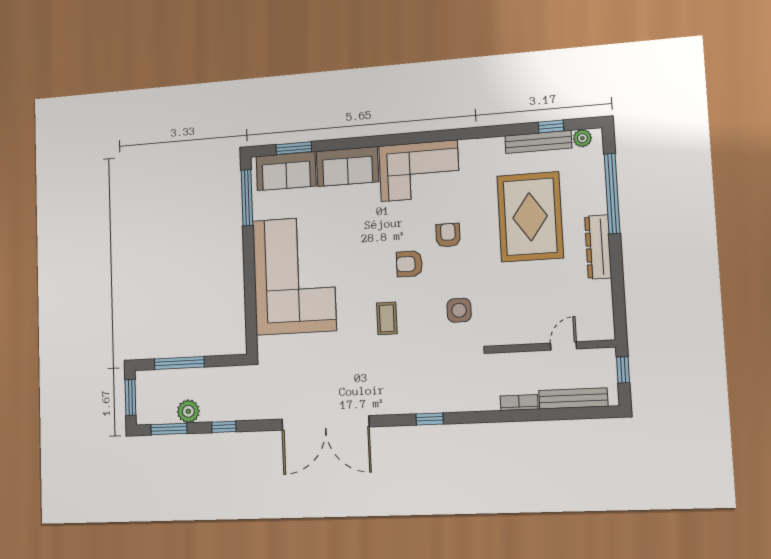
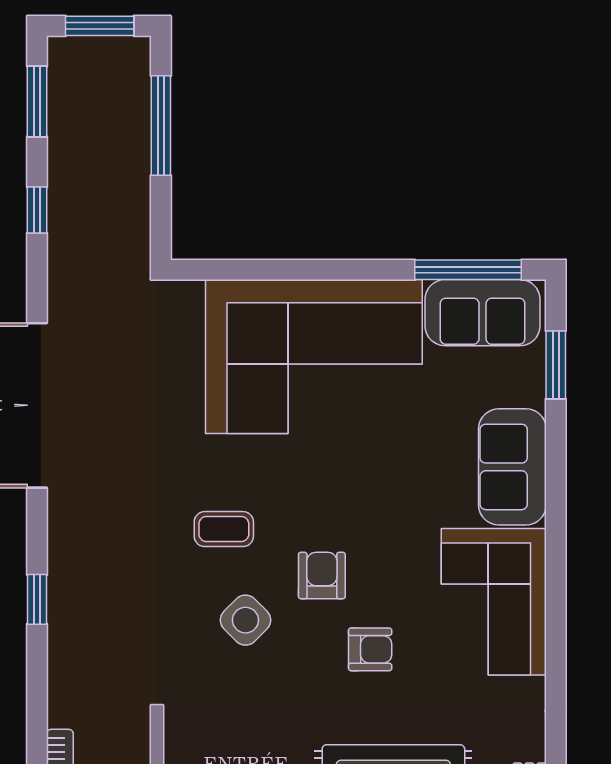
sofa: (286, 171) -> (483, 313), moved, turned -90
side table: (459, 310) -> (245, 620), moved, turned 45
plant: (188, 411) -> (69, 141), removed

